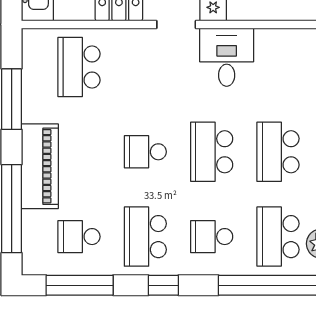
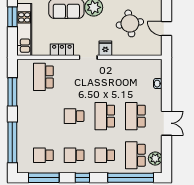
desk: (227, 57) -> (112, 72), removed
piano: (40, 166) -> (25, 123), removed
school desk: (145, 237) -> (74, 155), width x0.54

